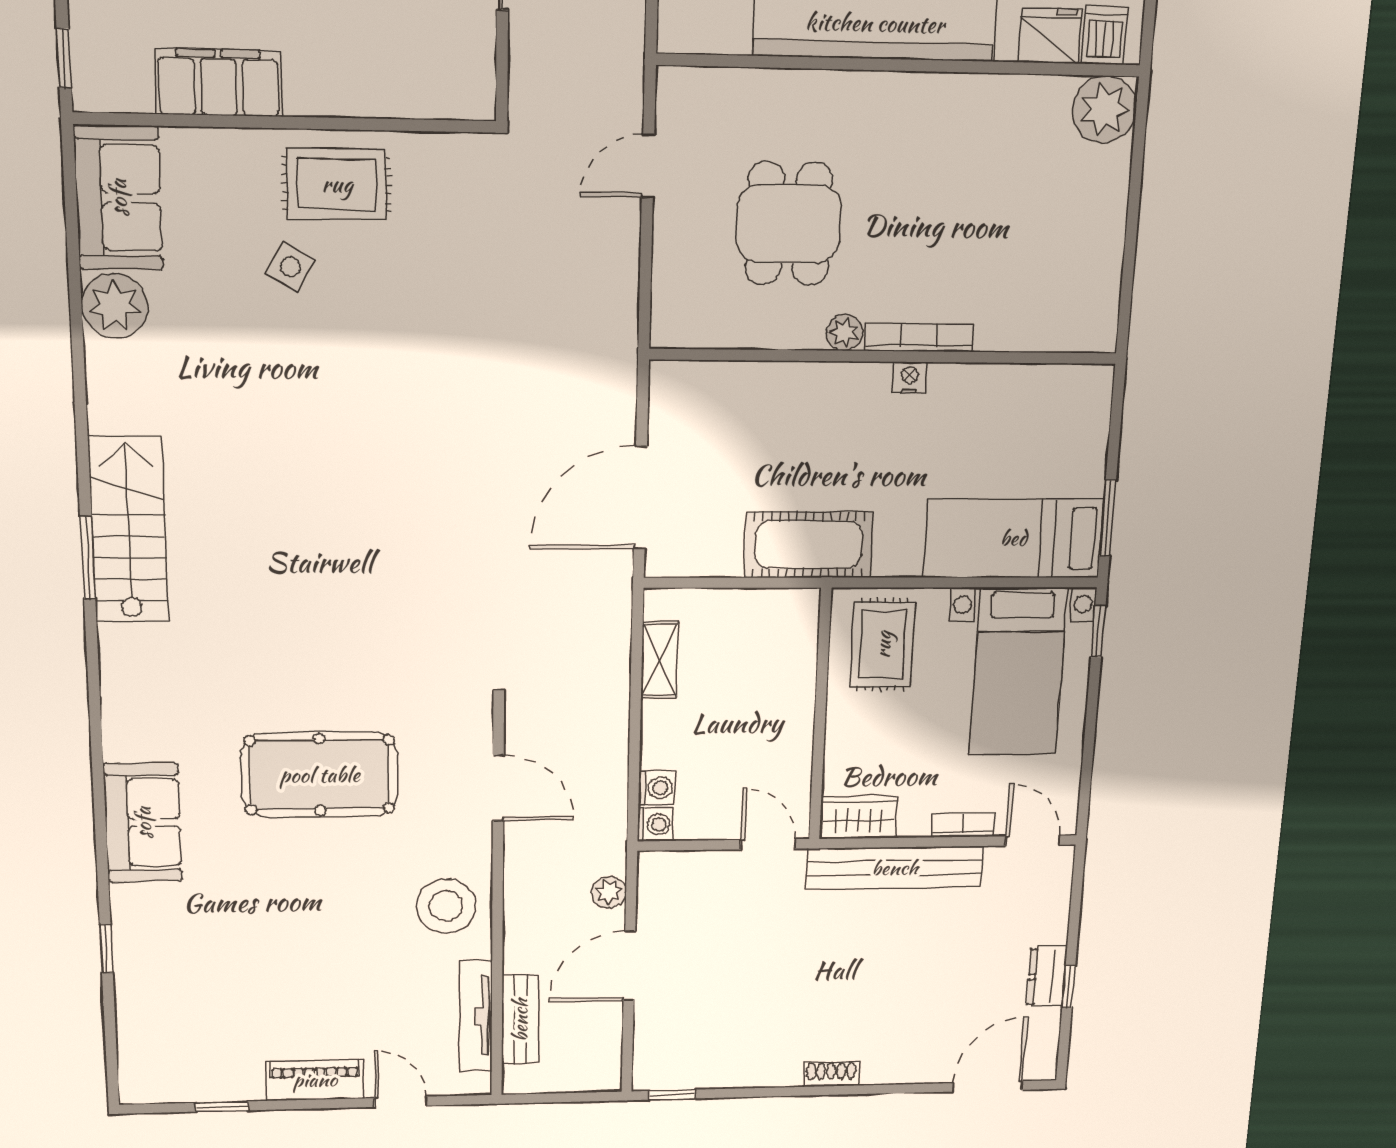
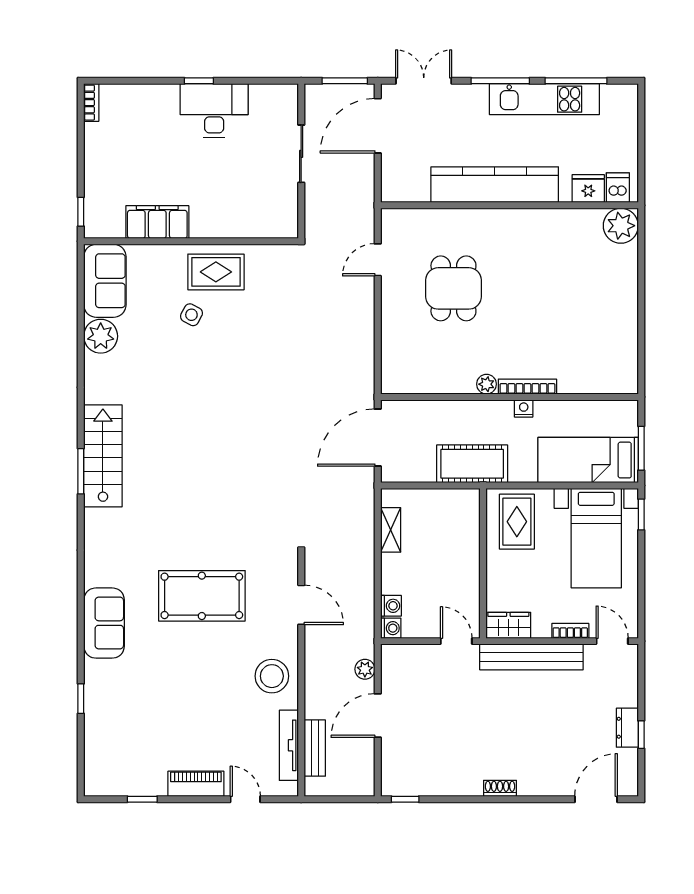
plant: (845, 333) -> (486, 384), moved
bookcase: (919, 338) -> (527, 387), moved
wall: (885, 356) -> (509, 397), moved
nightstand: (910, 378) -> (524, 408), moved

